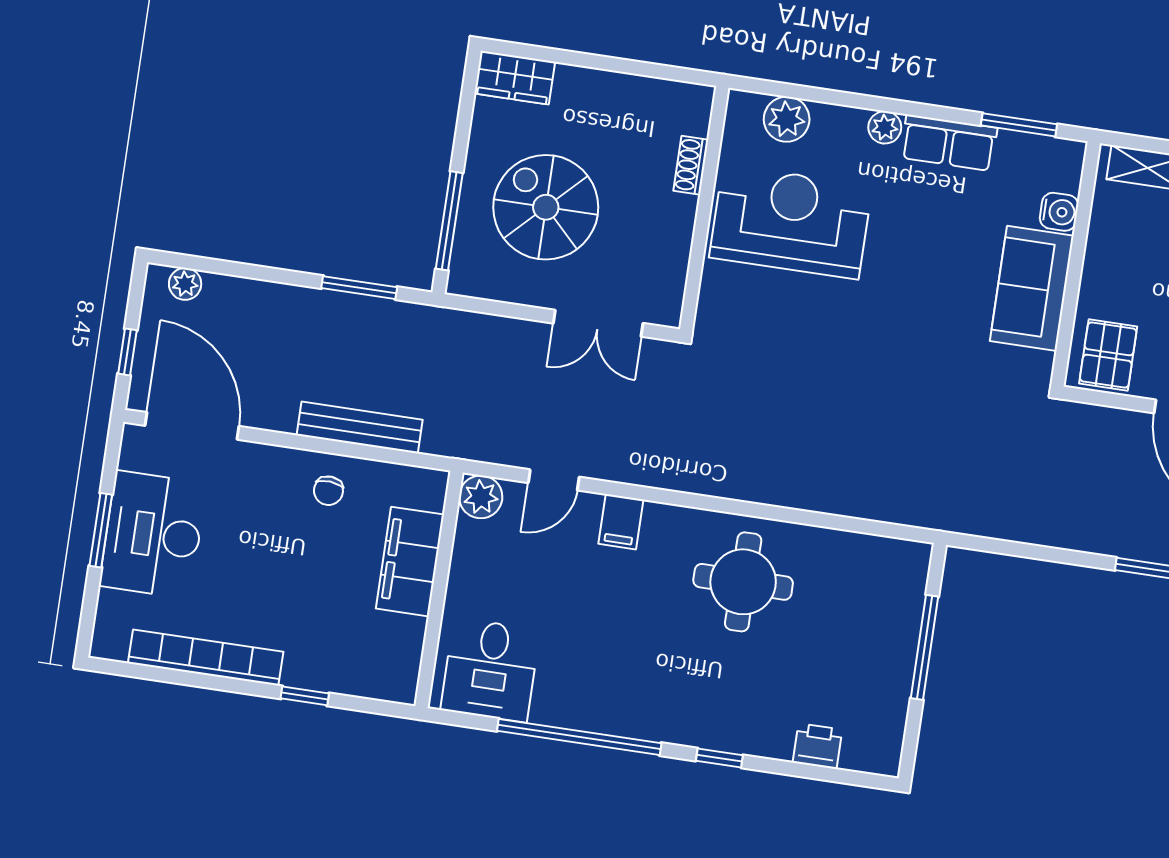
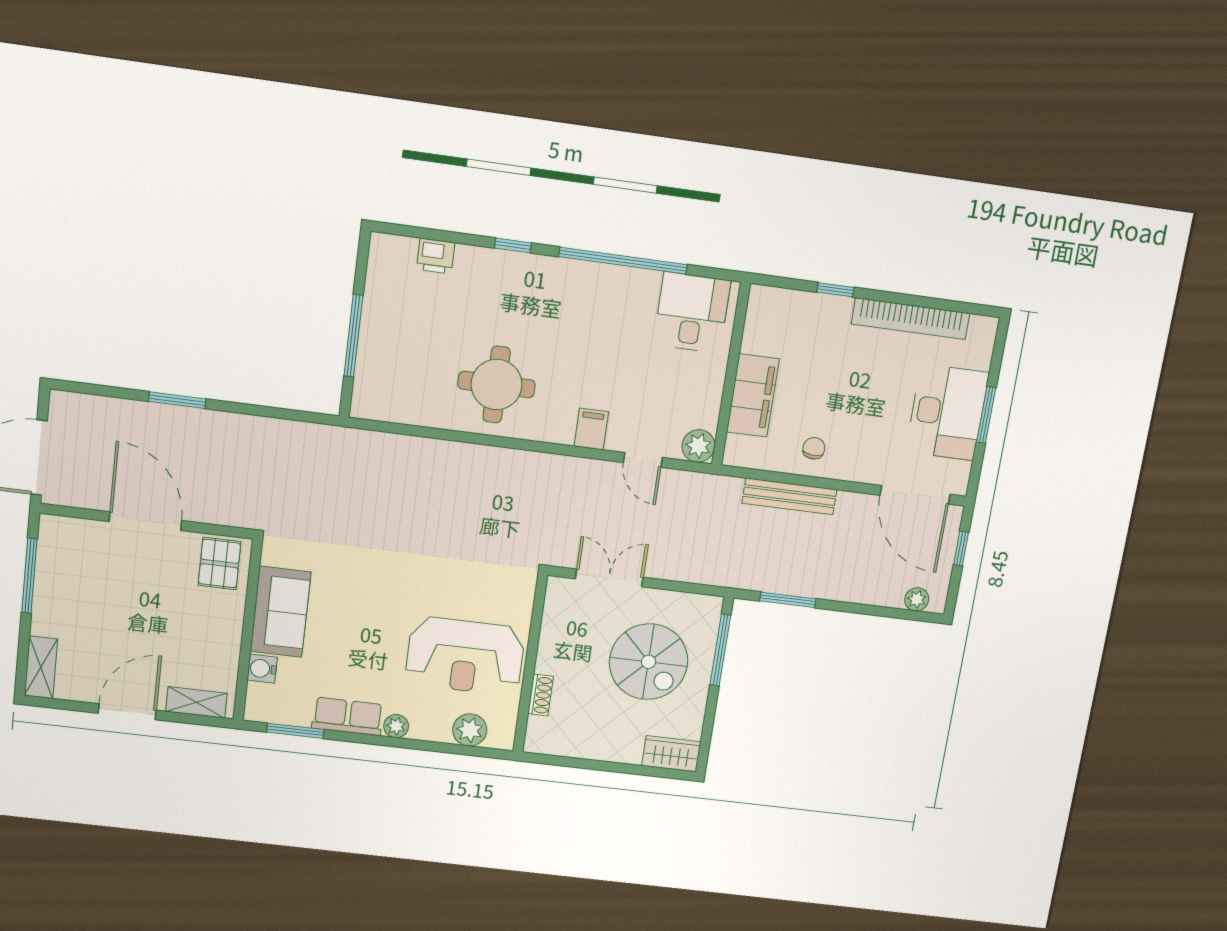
door: (554, 480) -> (643, 460), swing flipped

